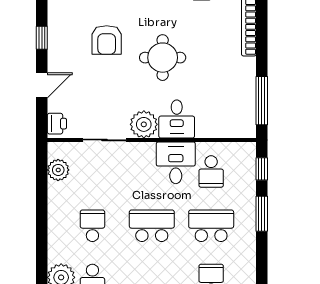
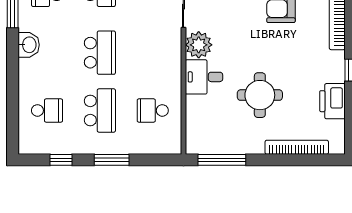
round table: (163, 58) -> (260, 95), moved
desk: (176, 163) -> (161, 76), removed
window: (262, 169) -> (61, 160), moved

